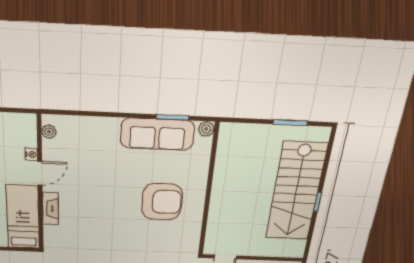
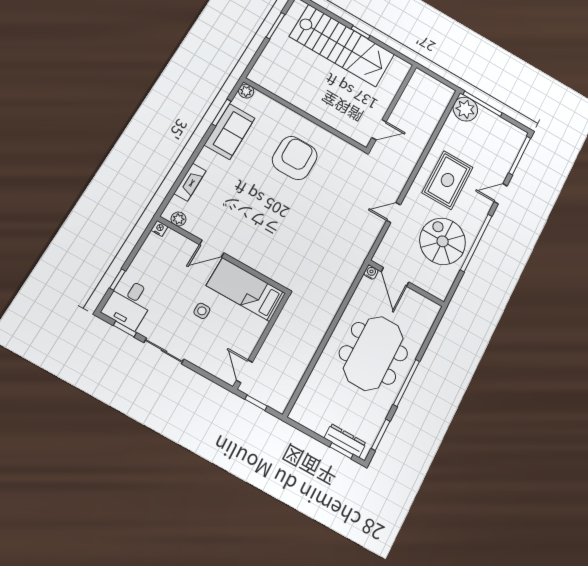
sofa: (157, 134) -> (230, 131), width x0.73
nightstand: (31, 154) -> (160, 228), moved
door: (40, 173) -> (212, 249), swing flipped
fireplace: (50, 208) -> (190, 182), moved, turned 90

